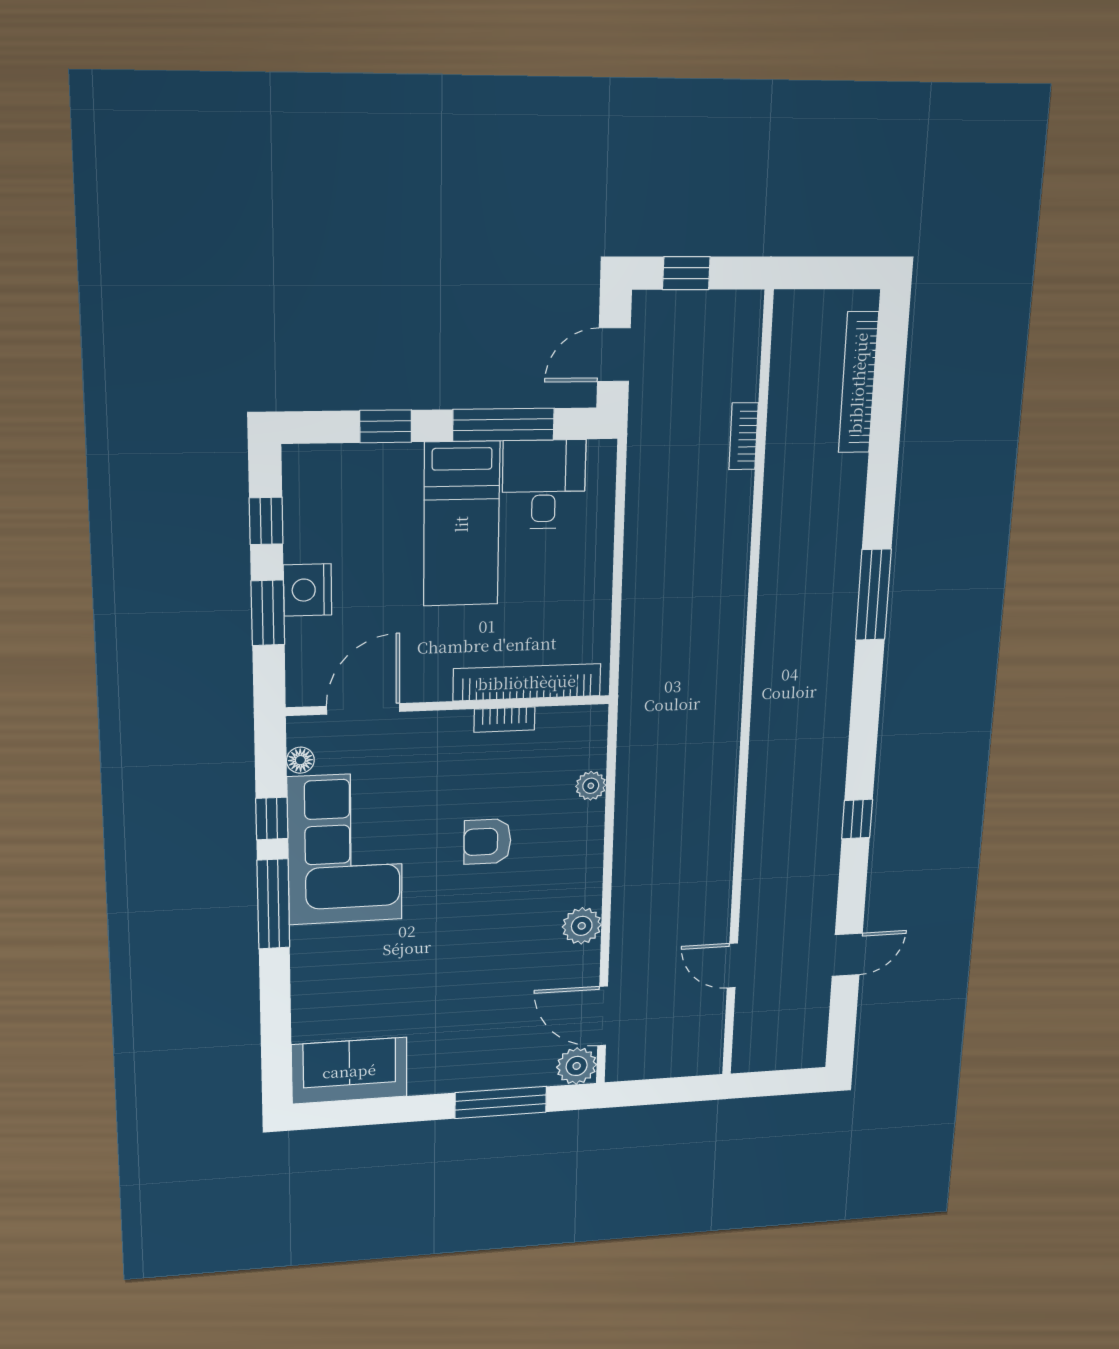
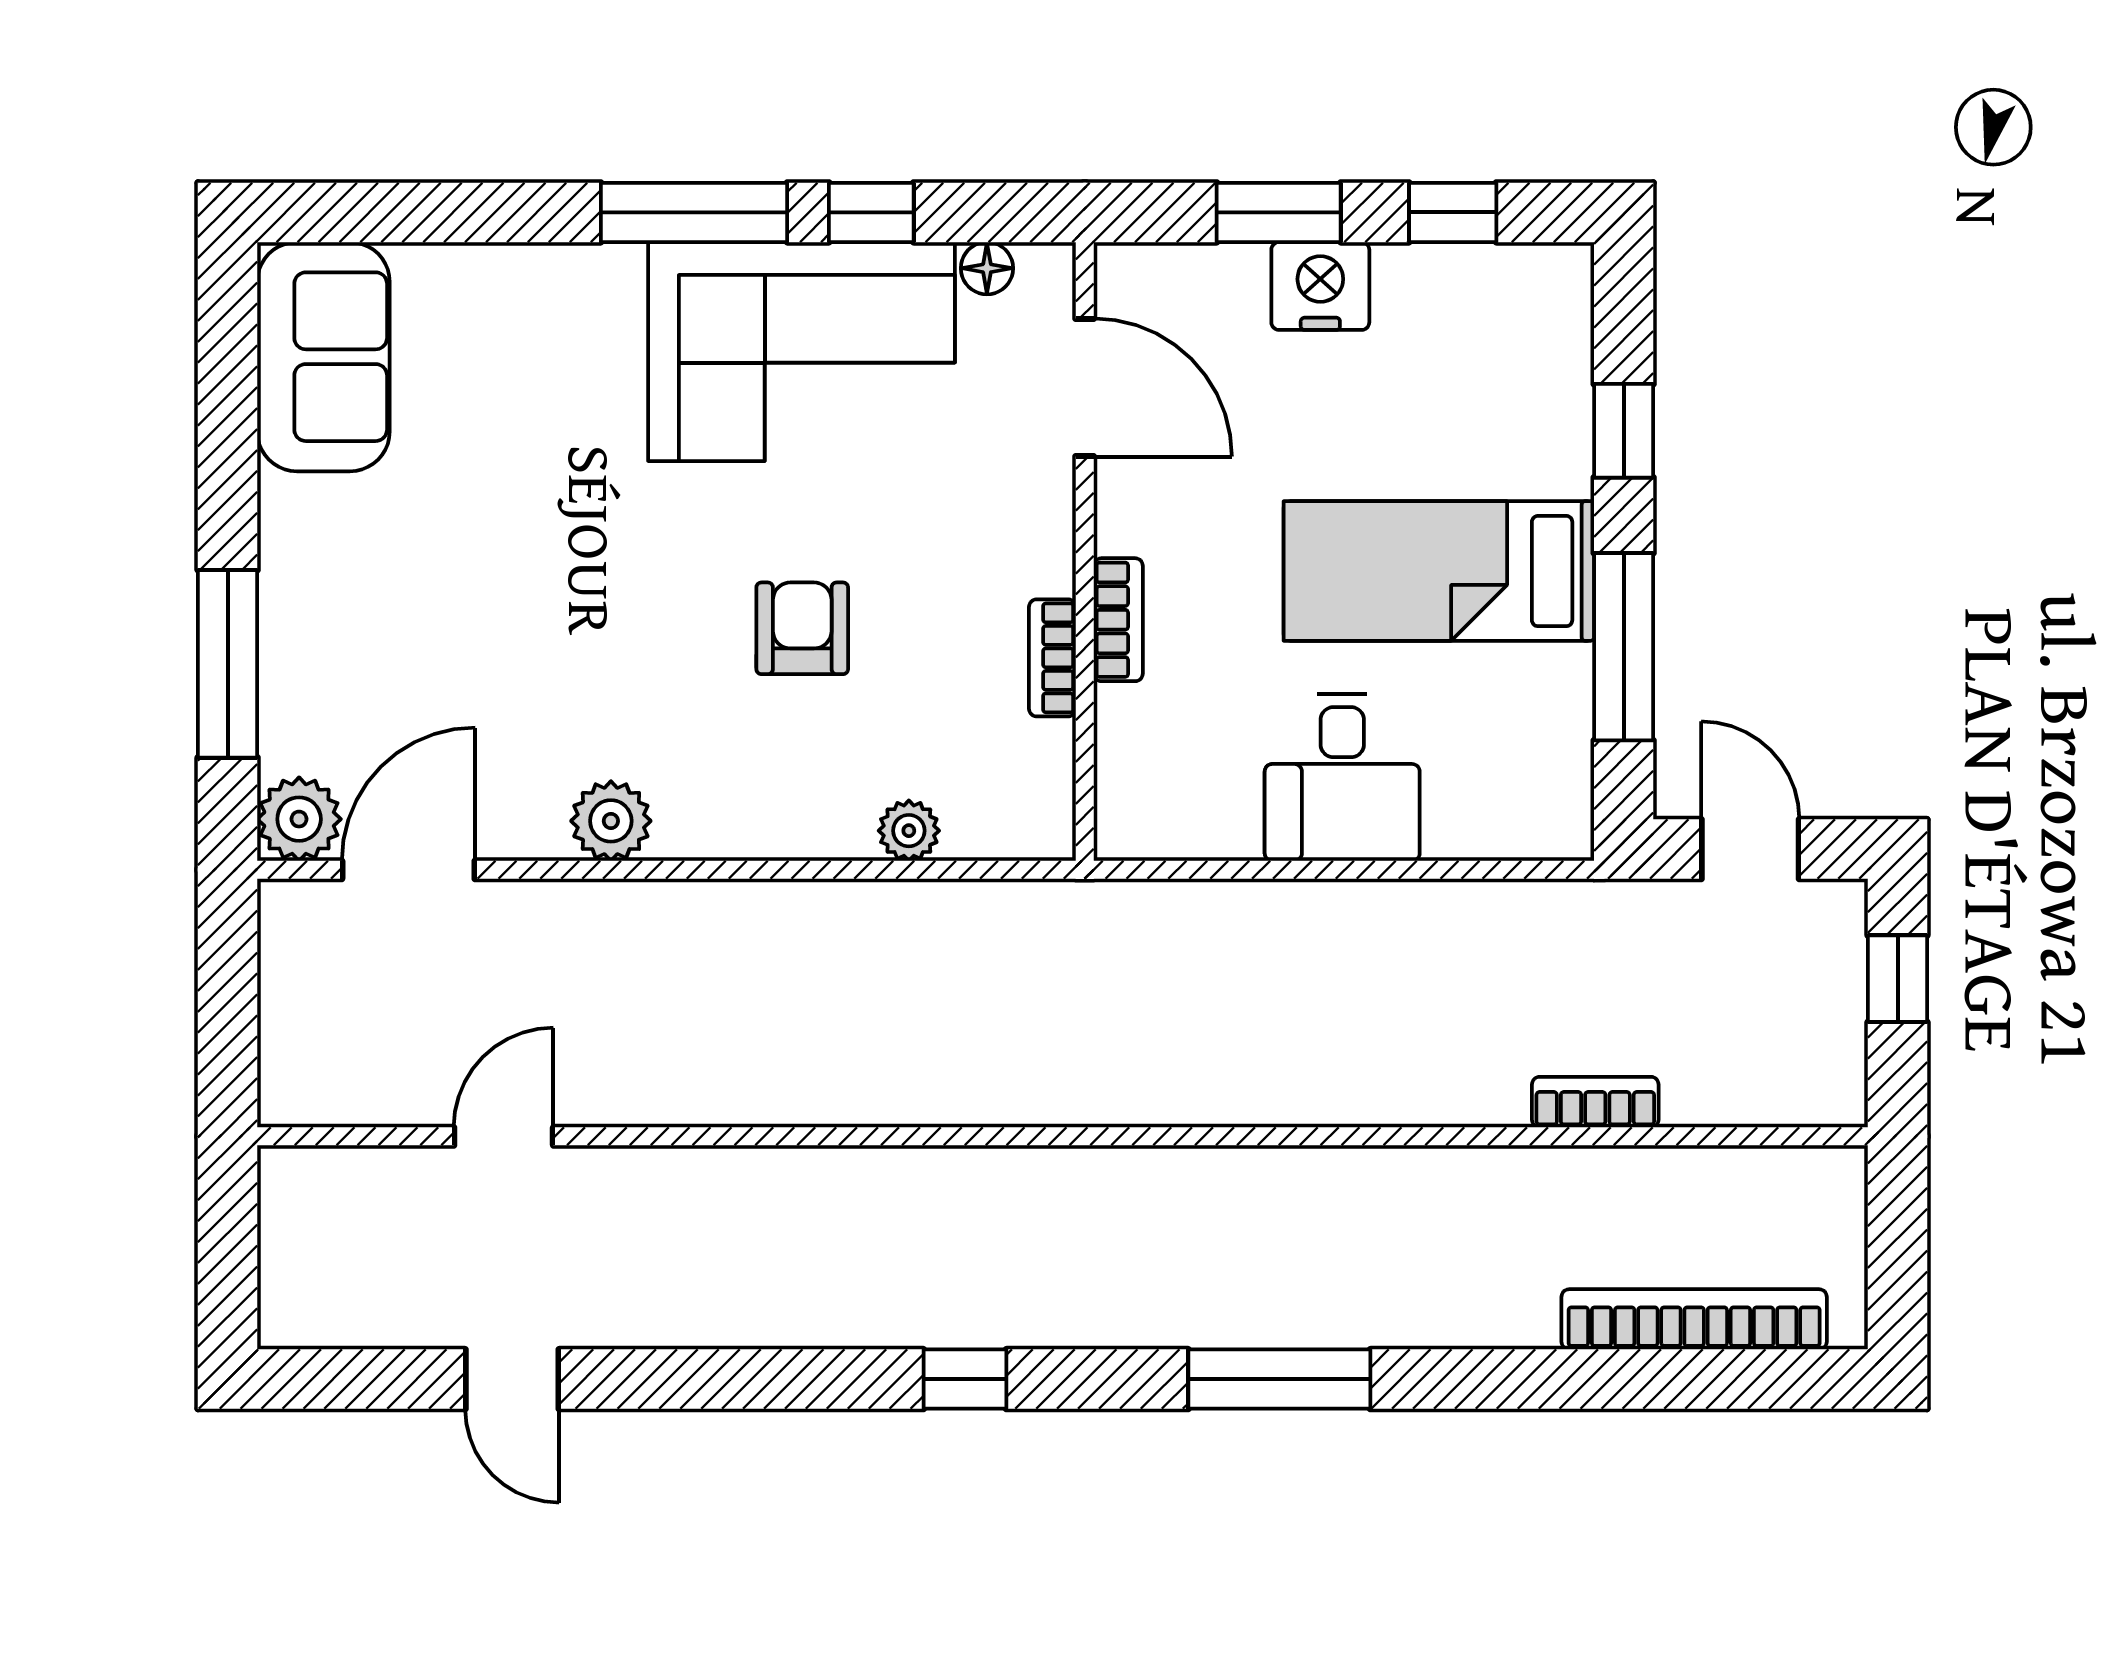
desk: (544, 485) -> (1342, 777), moved, turned 90
bookcase: (527, 682) -> (1118, 620), width x0.43, depth x0.76
window: (857, 819) -> (965, 1379), moved

